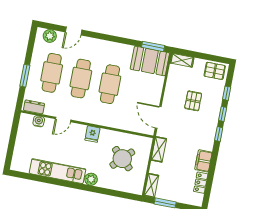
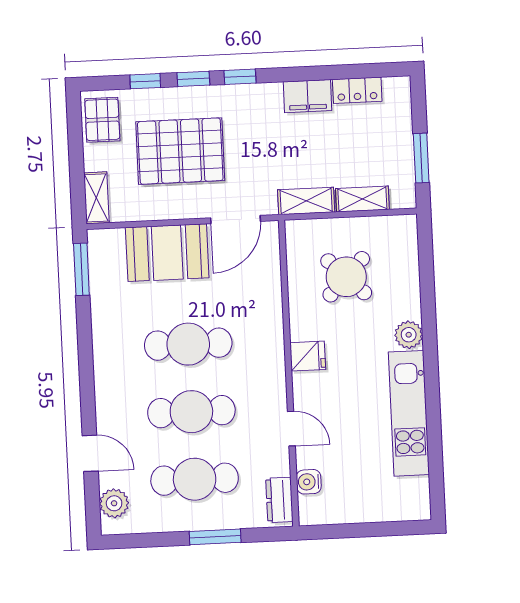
booth: (150, 61) -> (167, 253), moved, turned 90
pallet: (193, 101) -> (180, 151), width x2.05, depth x2.00
shelving: (151, 186) -> (362, 199), moved

